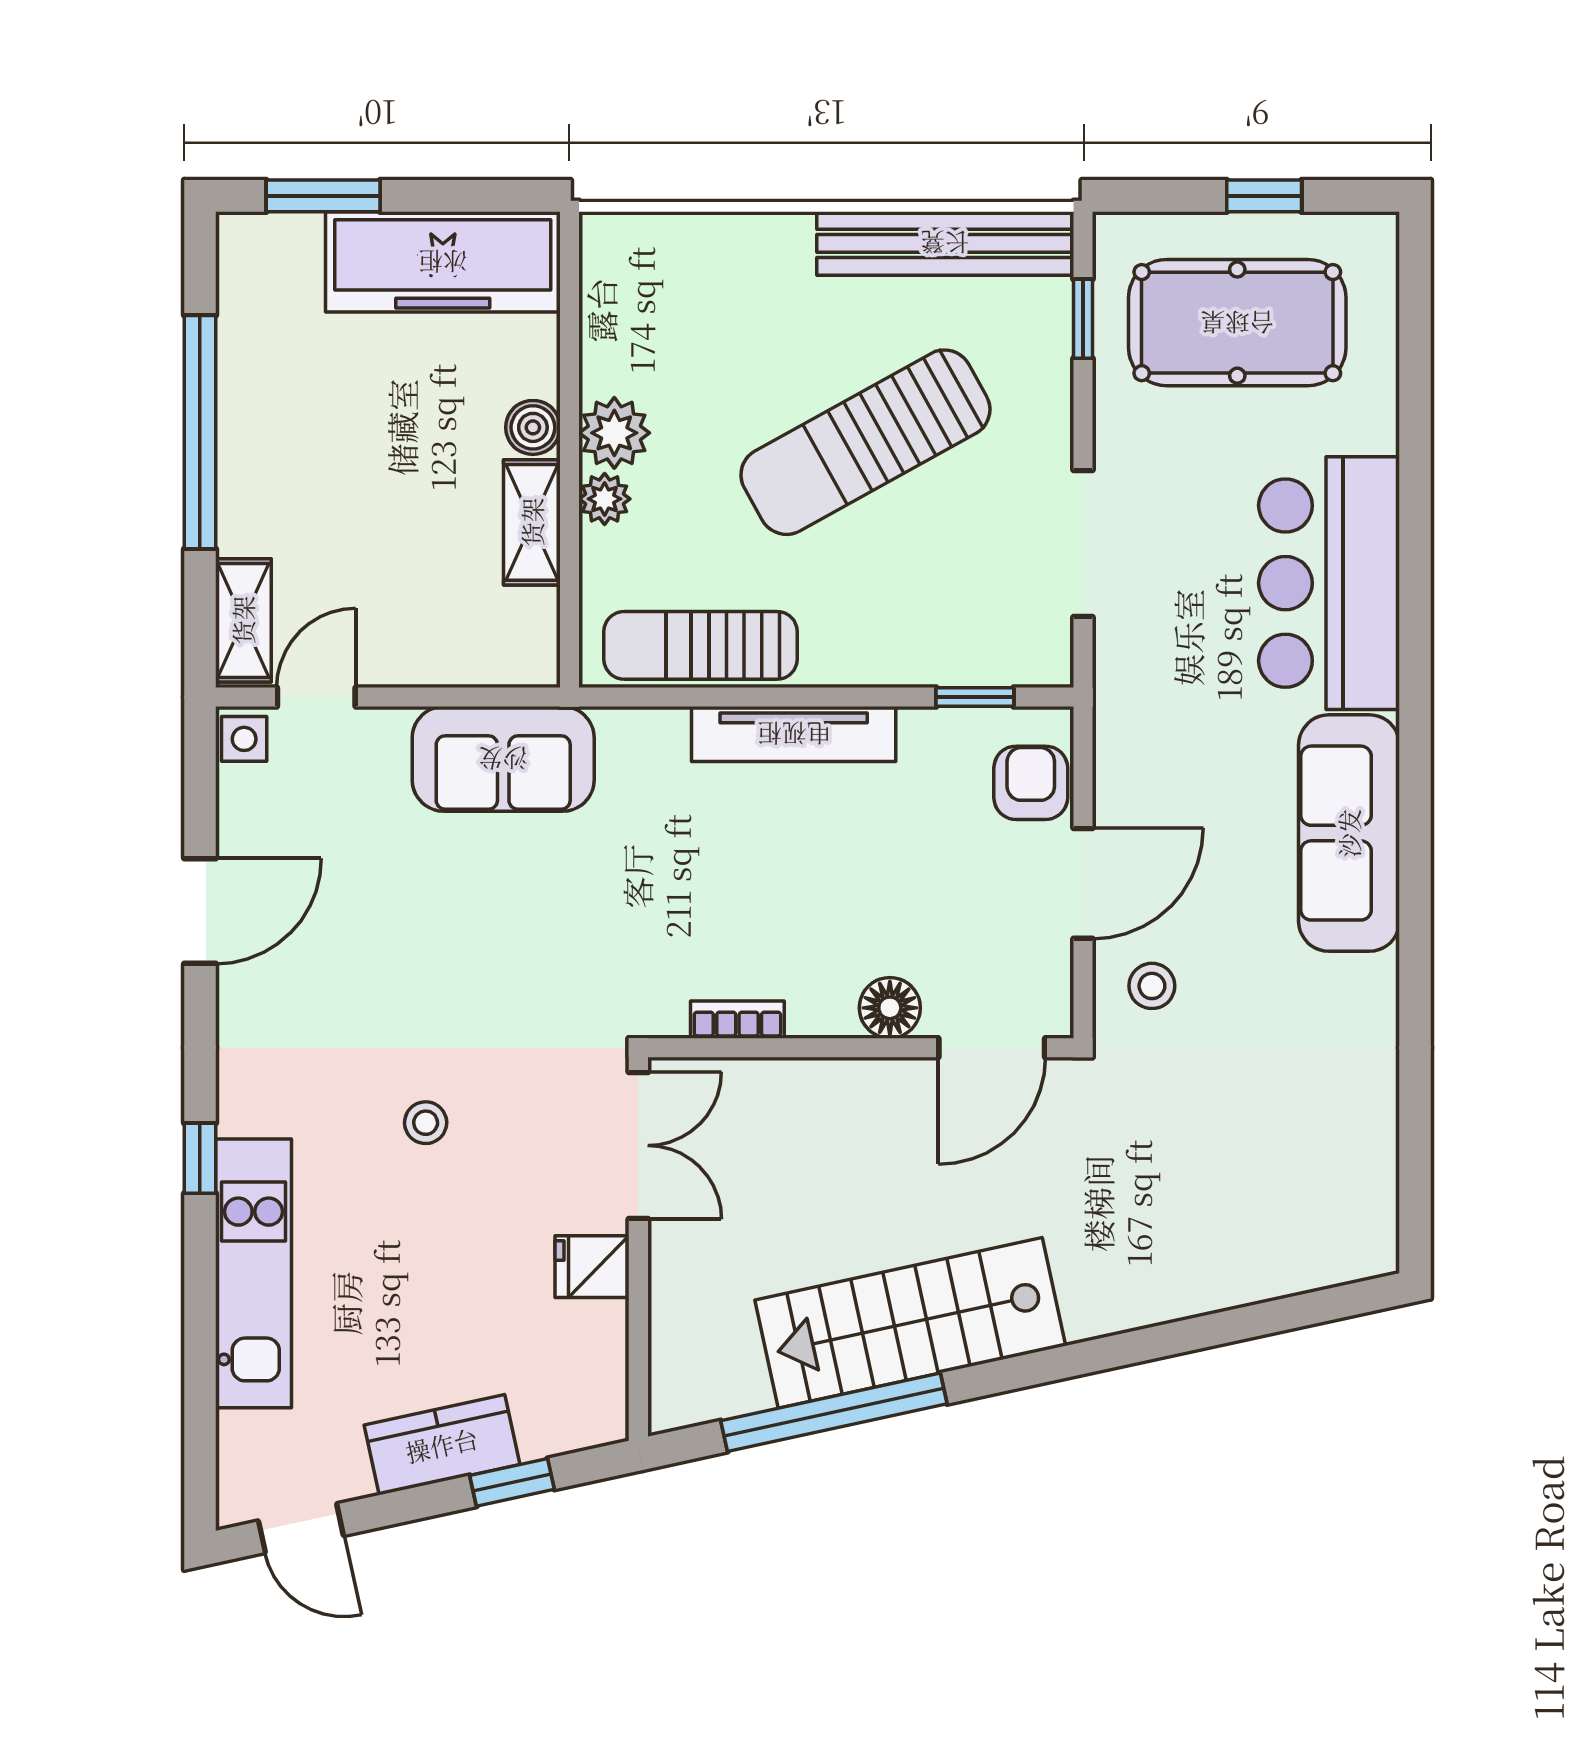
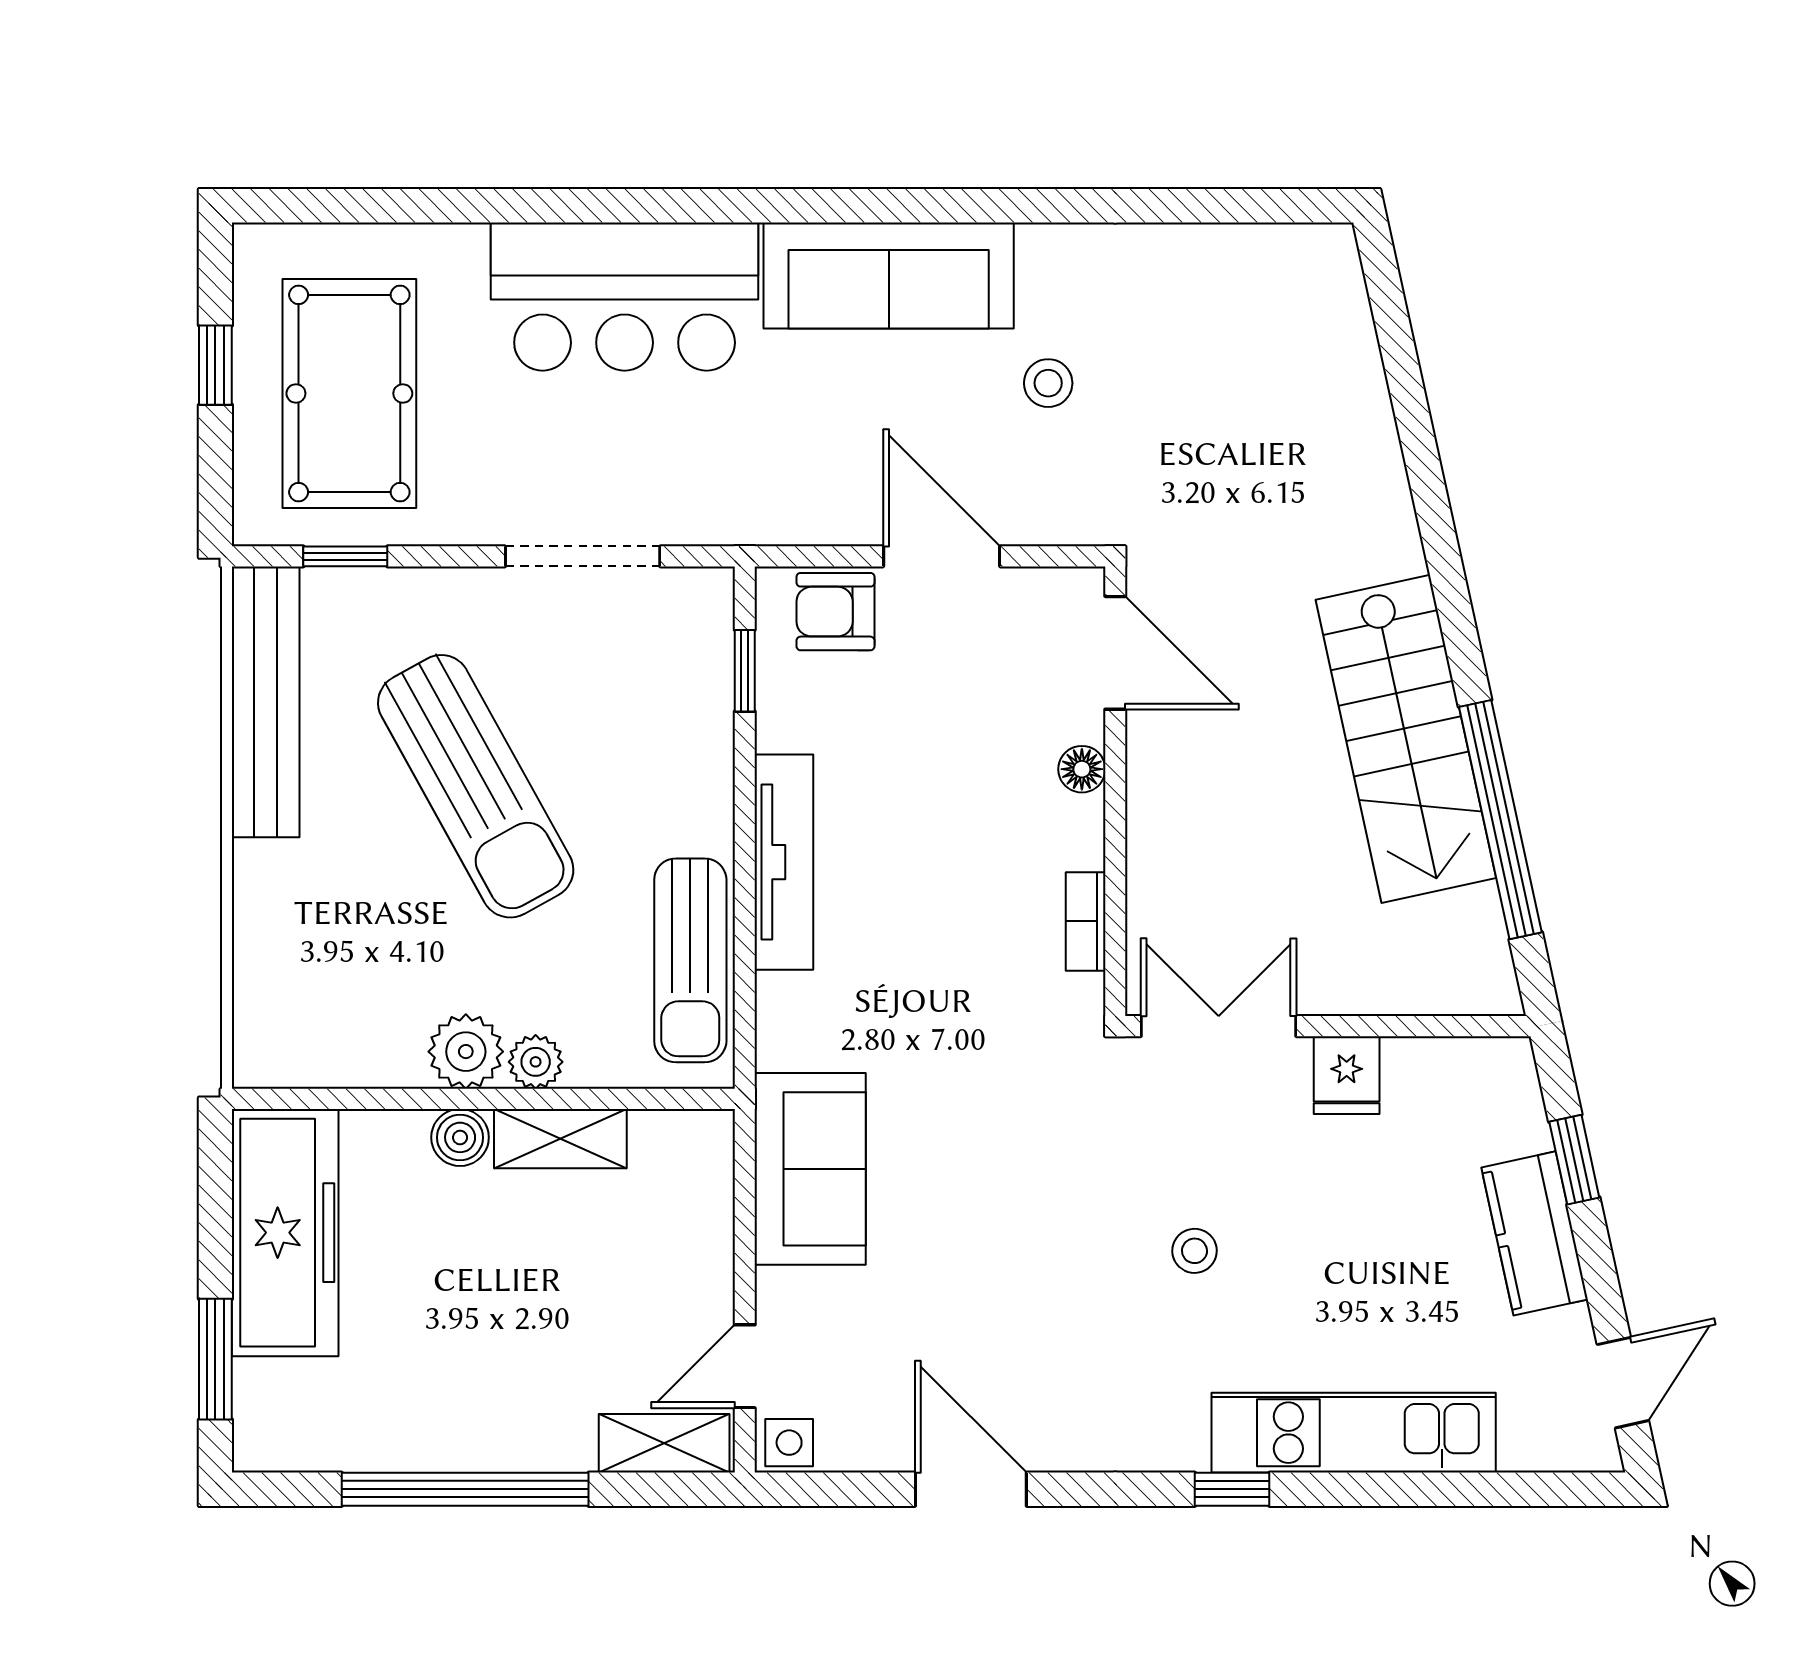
door: (316, 697) -> (745, 1366), hinge flipped
stool: (1152, 986) -> (1048, 383), moved
floor lamp: (890, 1008) -> (1082, 769), width x0.73, depth x0.73

